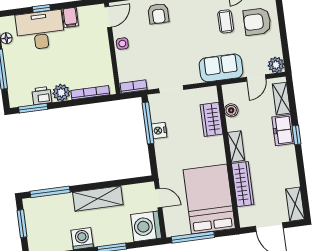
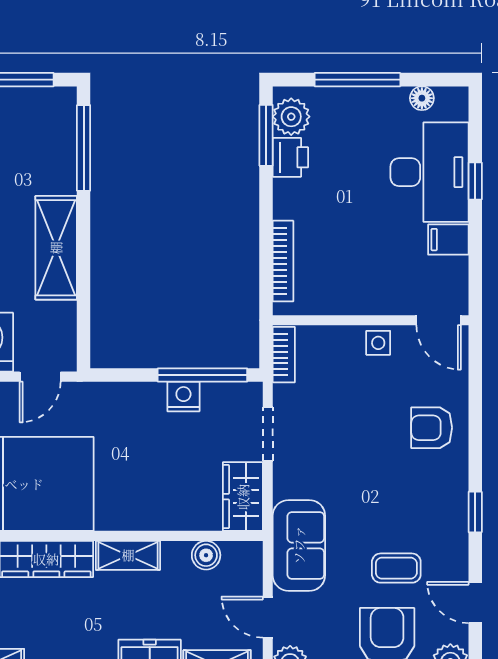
plant: (61, 93) -> (291, 117), moved
wardrobe: (212, 119) -> (243, 497), moved, turned -90

